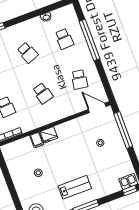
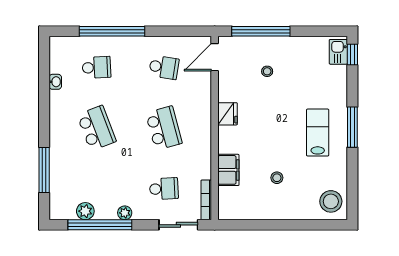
school desk: (28, 53) -> (97, 128), width x1.85
school desk: (43, 93) -> (164, 128), width x1.85
fridge: (49, 135) -> (228, 114), moved
filing cabinet: (37, 140) -> (228, 170), width x2.00

